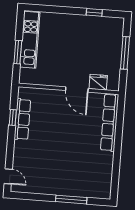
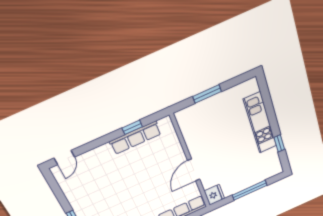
kitchen unit: (30, 40) -> (260, 123), moved, turned 90
fridge: (98, 82) -> (214, 195), moved

